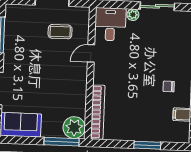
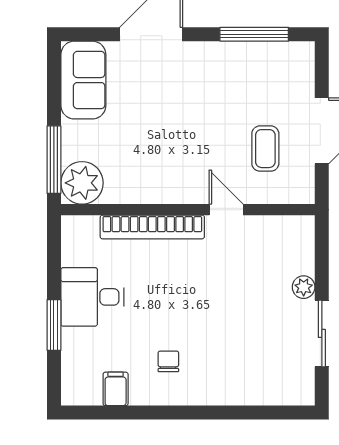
desk: (110, 24) -> (92, 297), moved, turned 180
bookcase: (98, 112) -> (152, 227), moved

